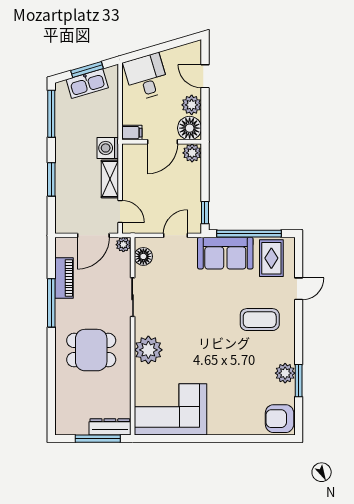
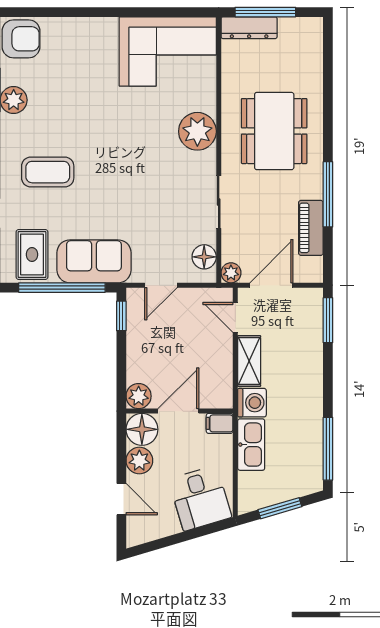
kitchen sink: (87, 84) -> (251, 445), moved, turned 106
window: (51, 179) -> (328, 320), moved
dining table: (91, 350) -> (274, 131), width x1.38

